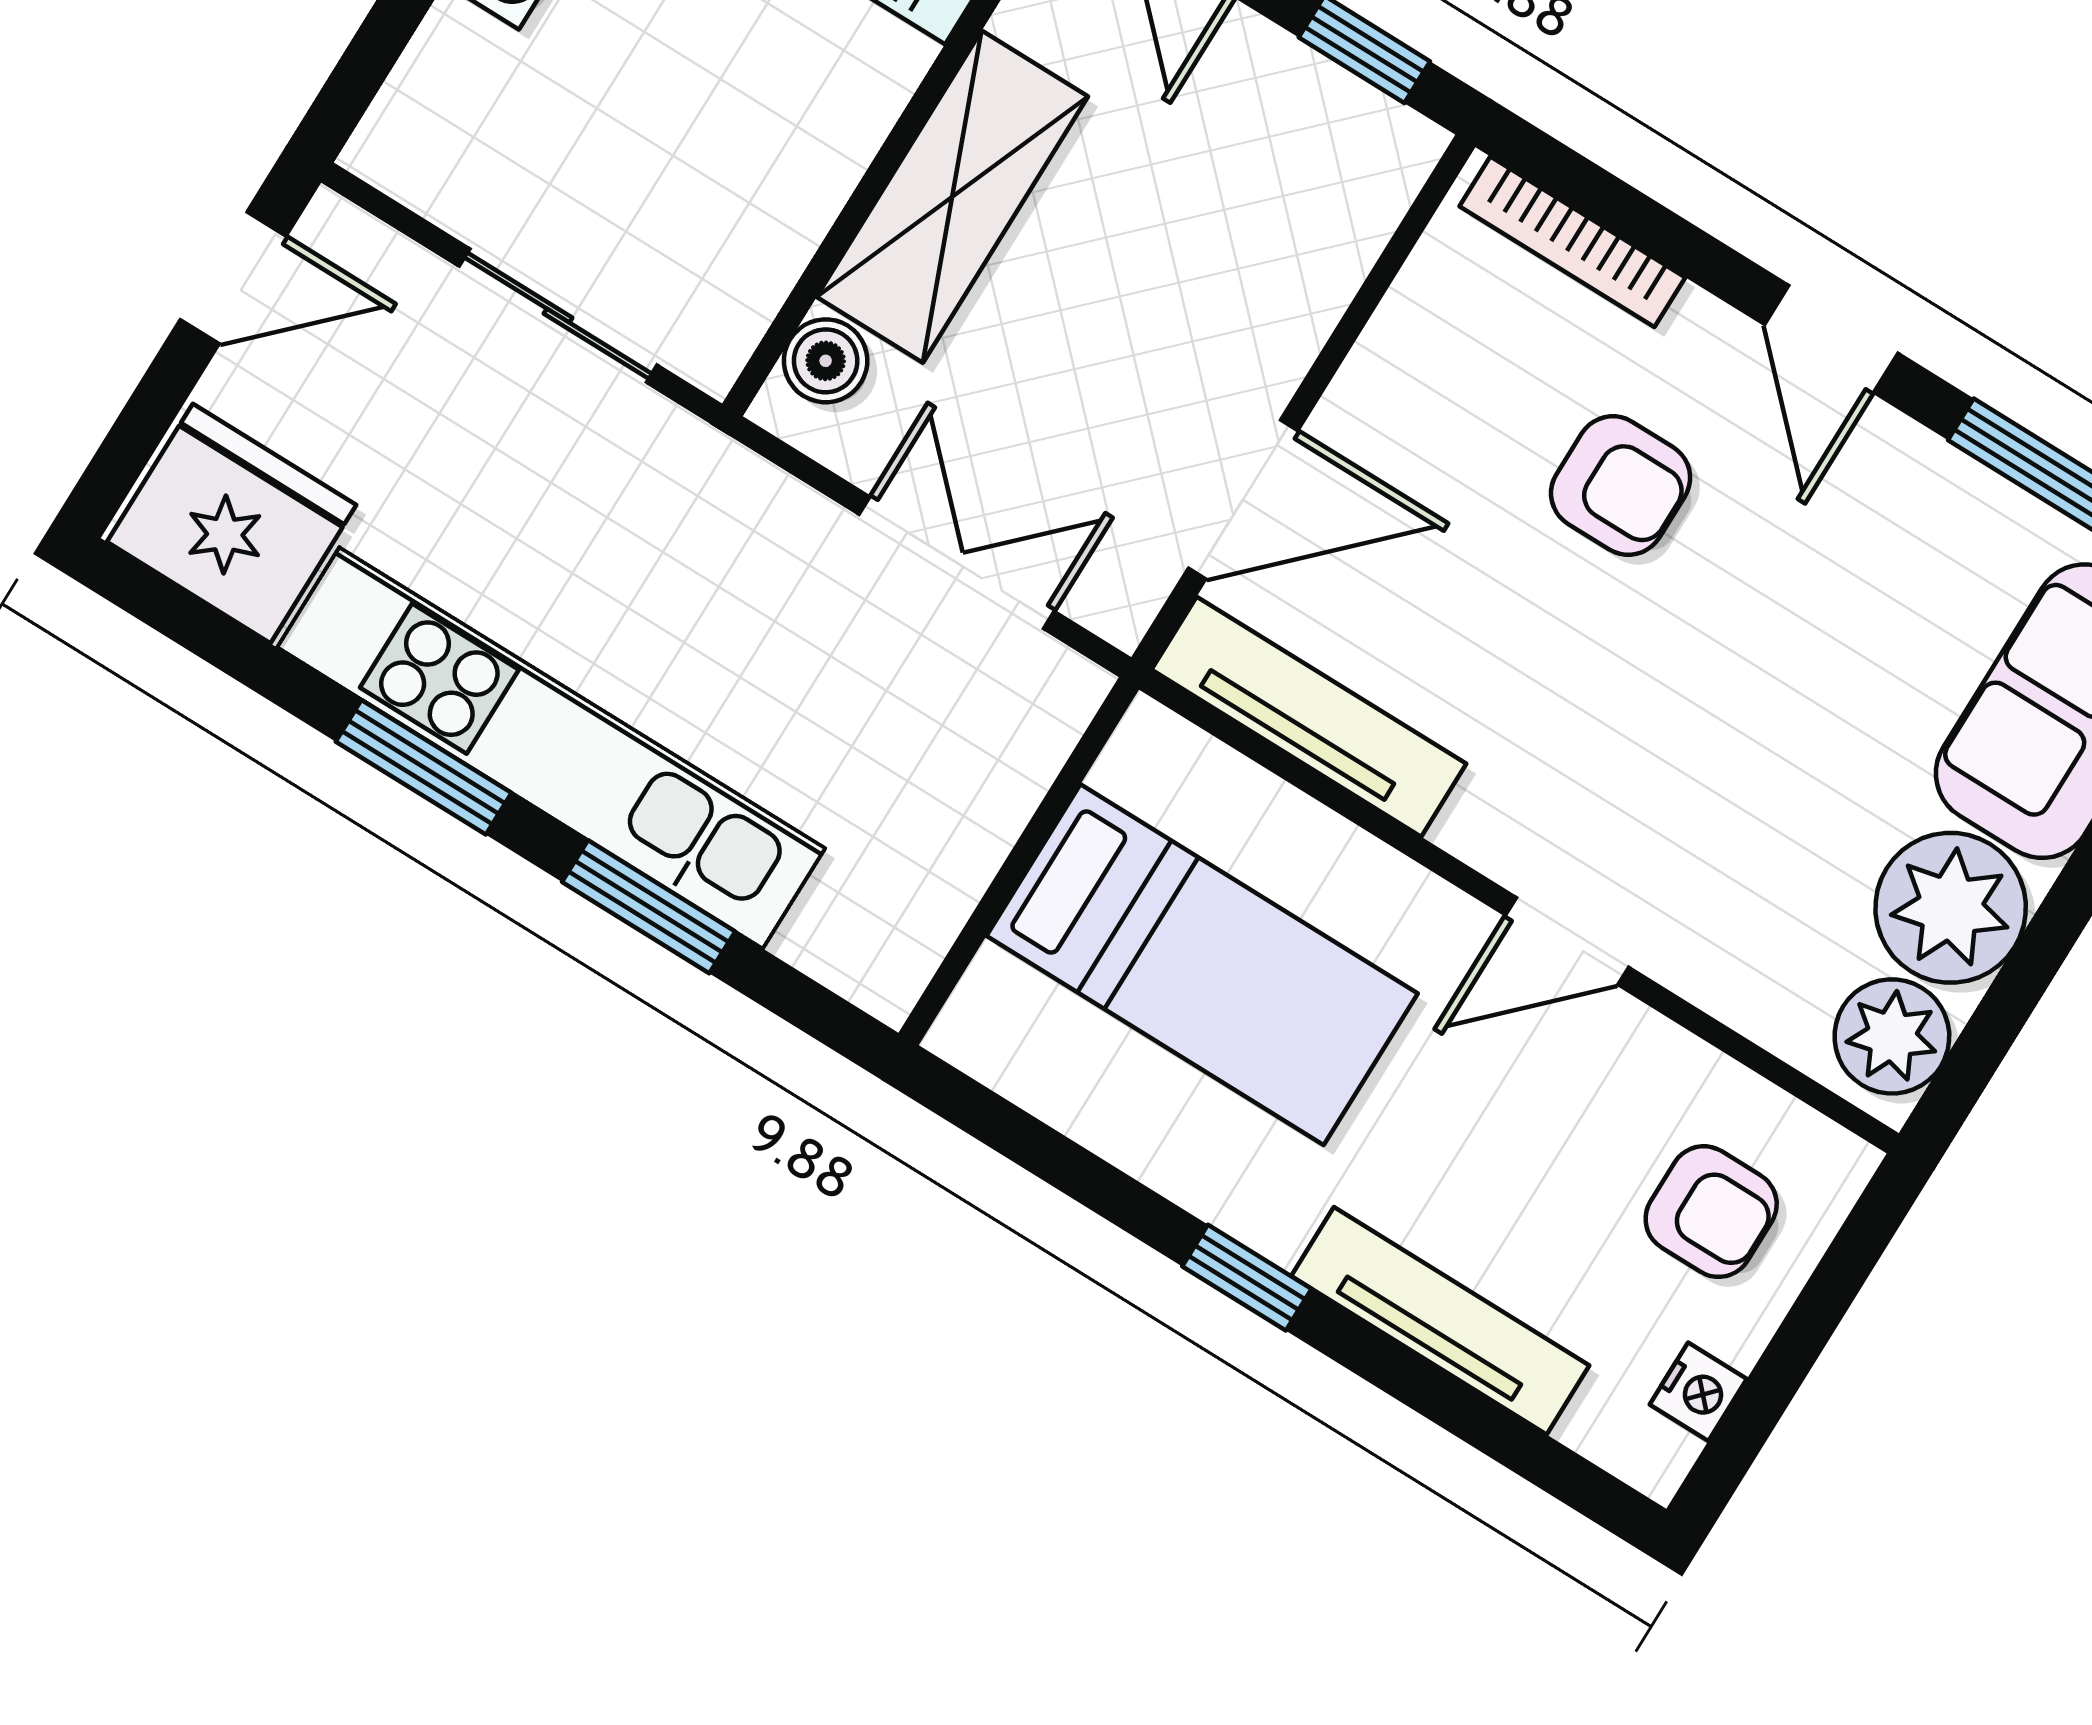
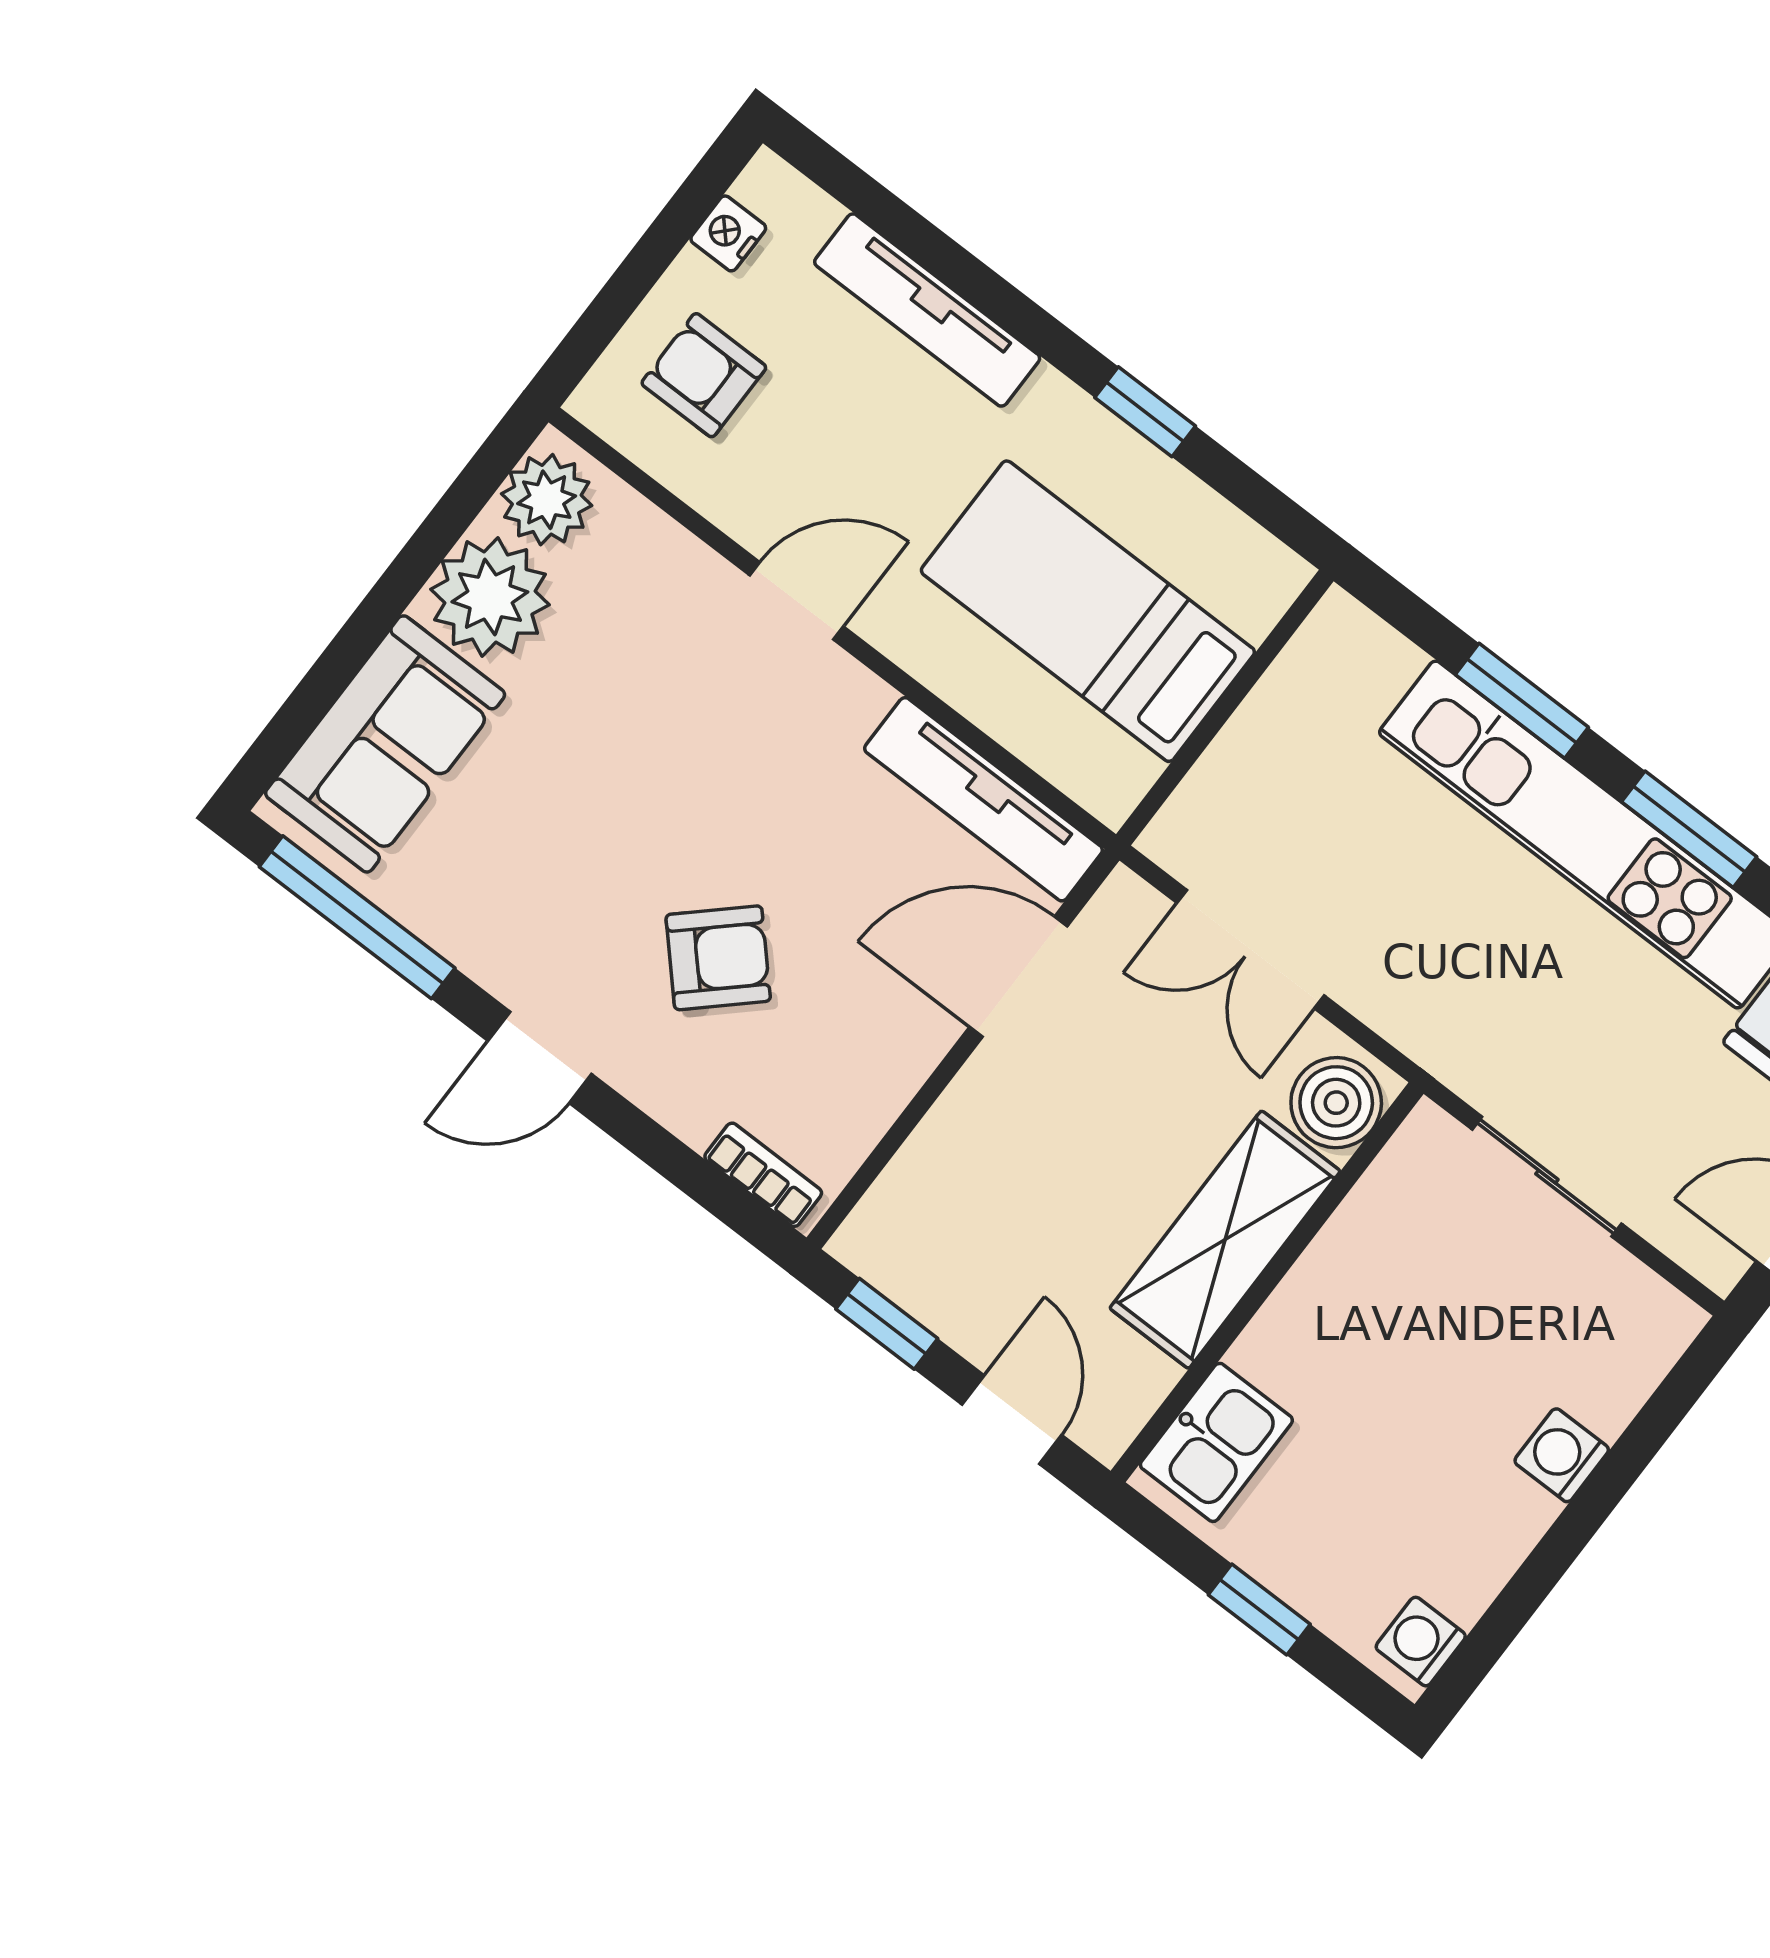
bookcase: (1572, 242) -> (763, 1175), width x0.64
door: (1831, 339) -> (540, 1057), swing flipped
boiler: (826, 361) -> (1336, 1103), width x1.36, depth x1.36
armchair: (1621, 486) -> (718, 958), turned 137
window: (1247, 1278) -> (1145, 412), moved

